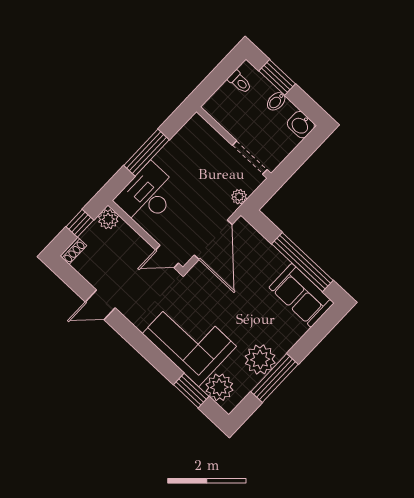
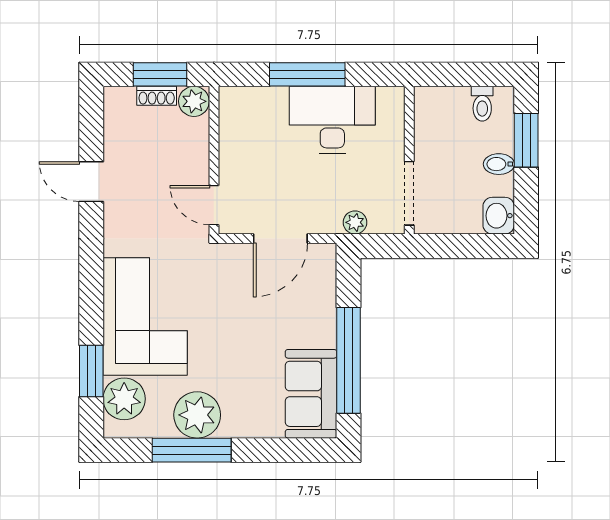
desk: (147, 195) -> (332, 120), moved
window: (80, 223) -> (160, 74), width x1.50
door: (213, 240) -> (280, 239), width x0.73
shoe rack: (73, 251) -> (157, 96), moved

